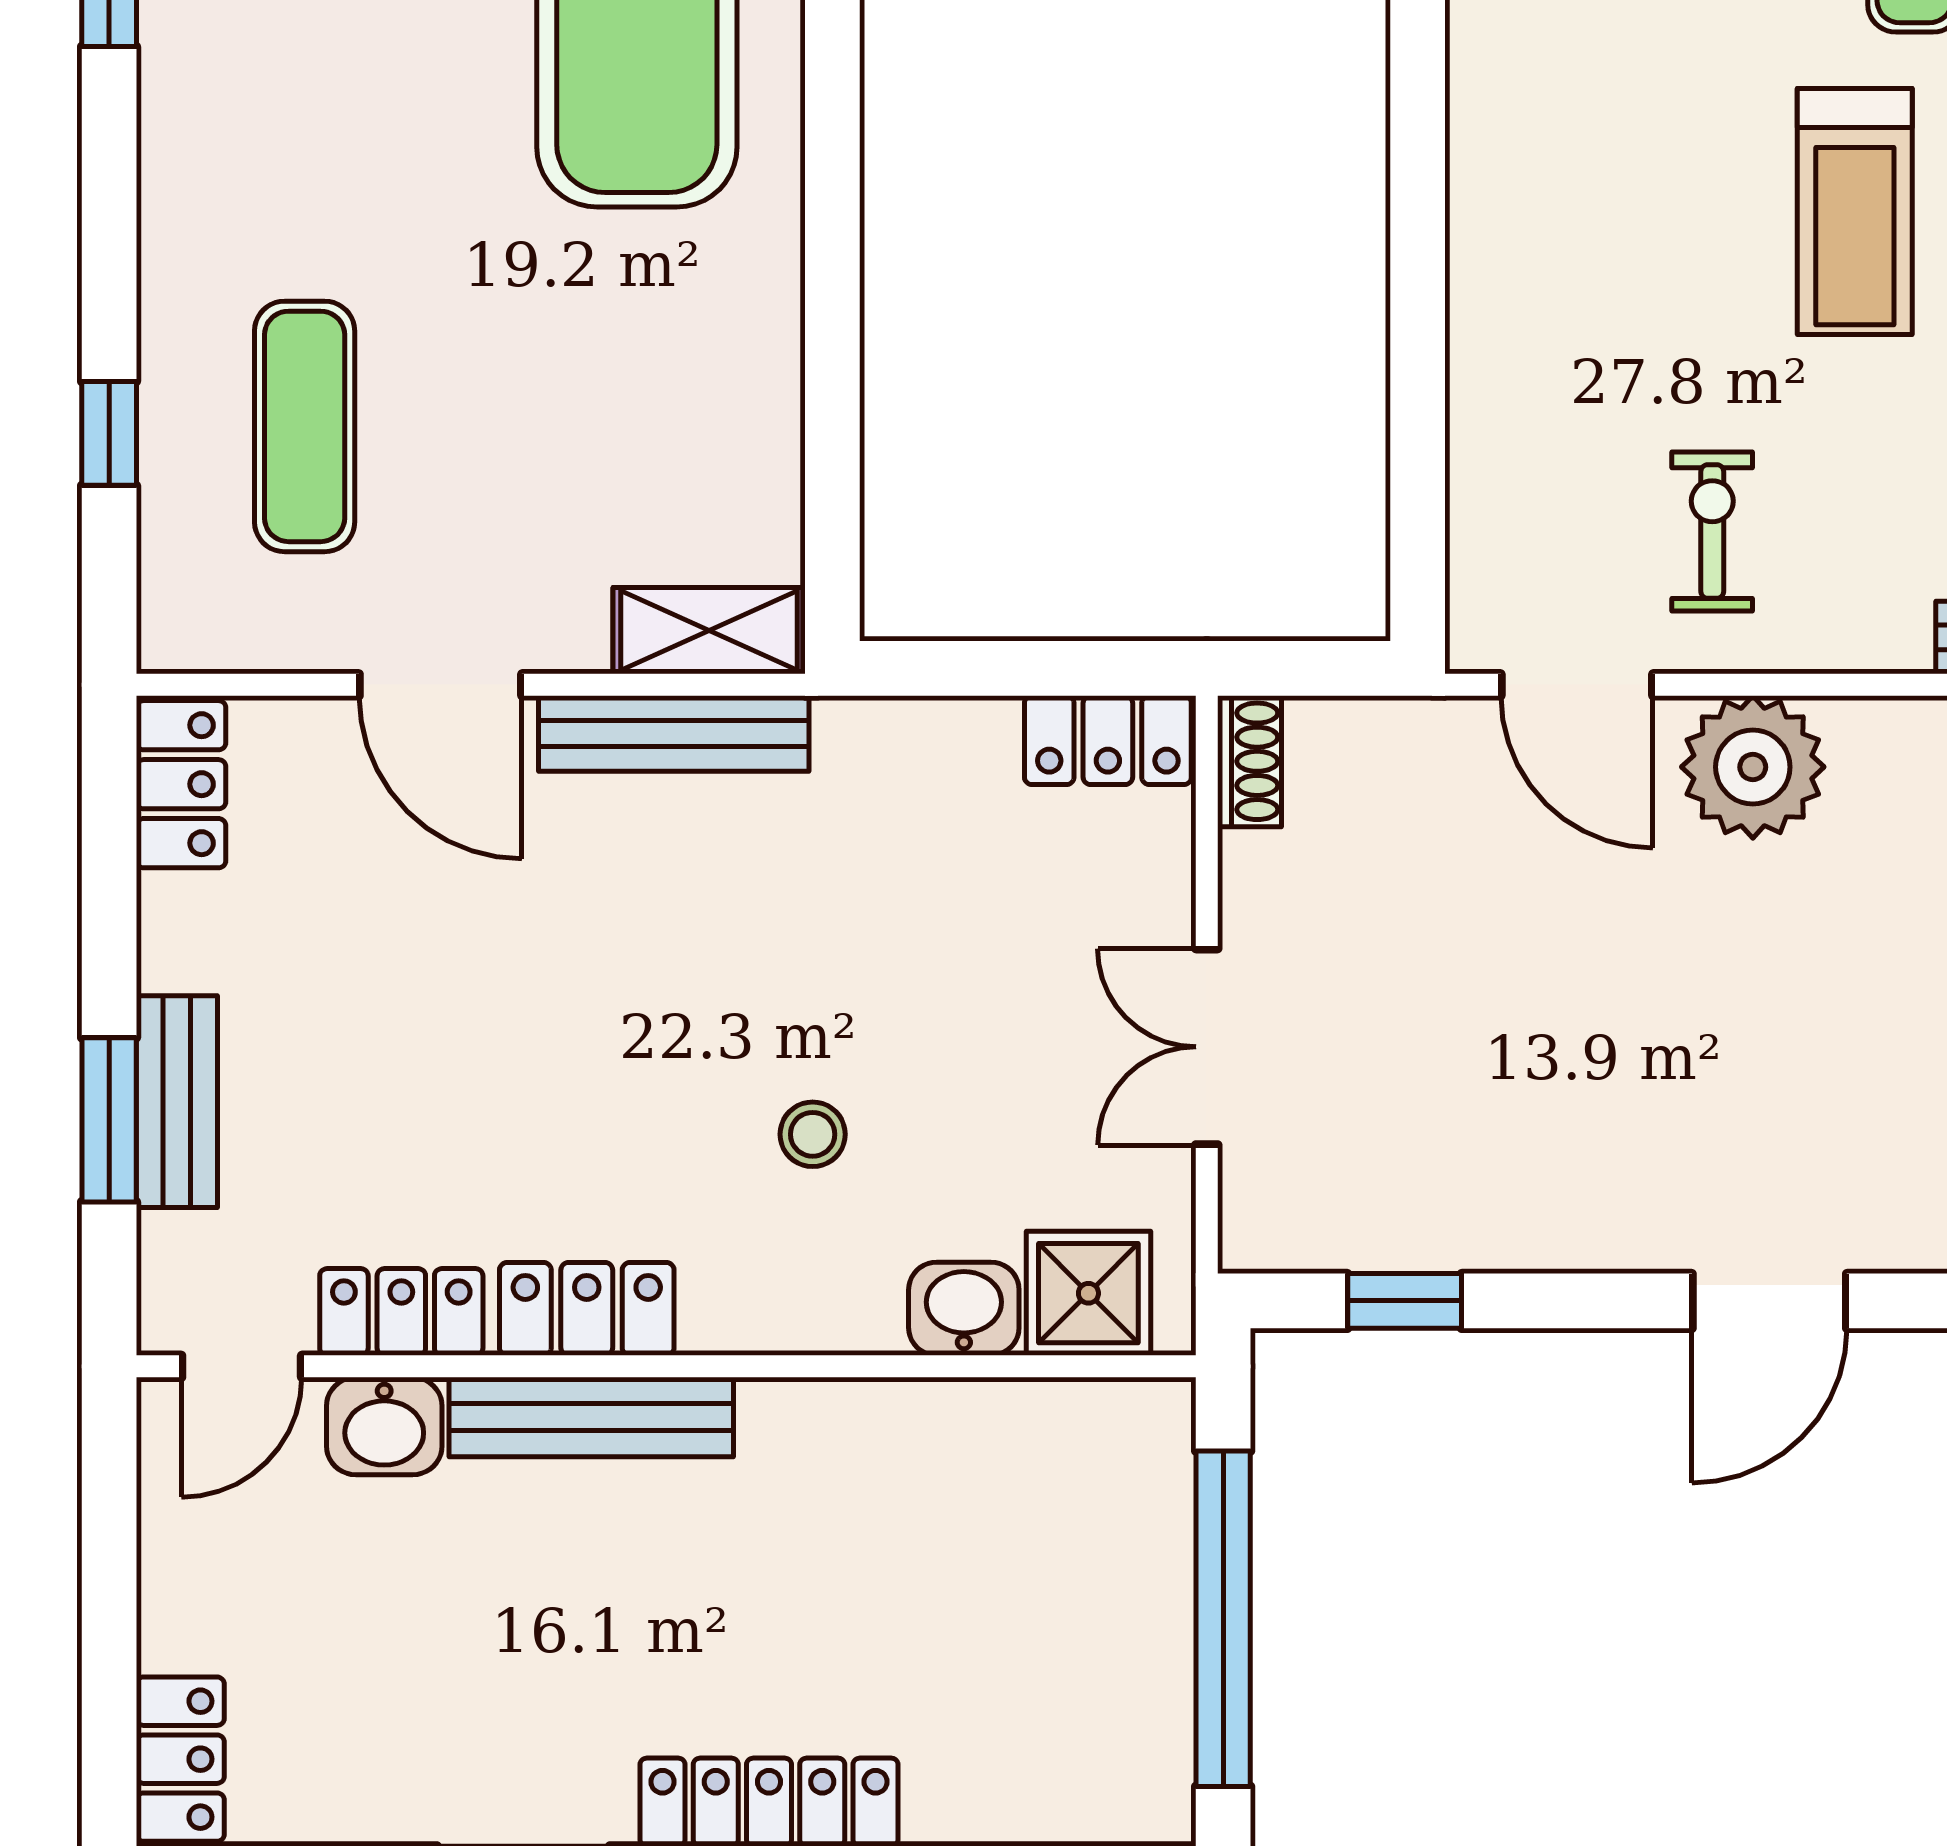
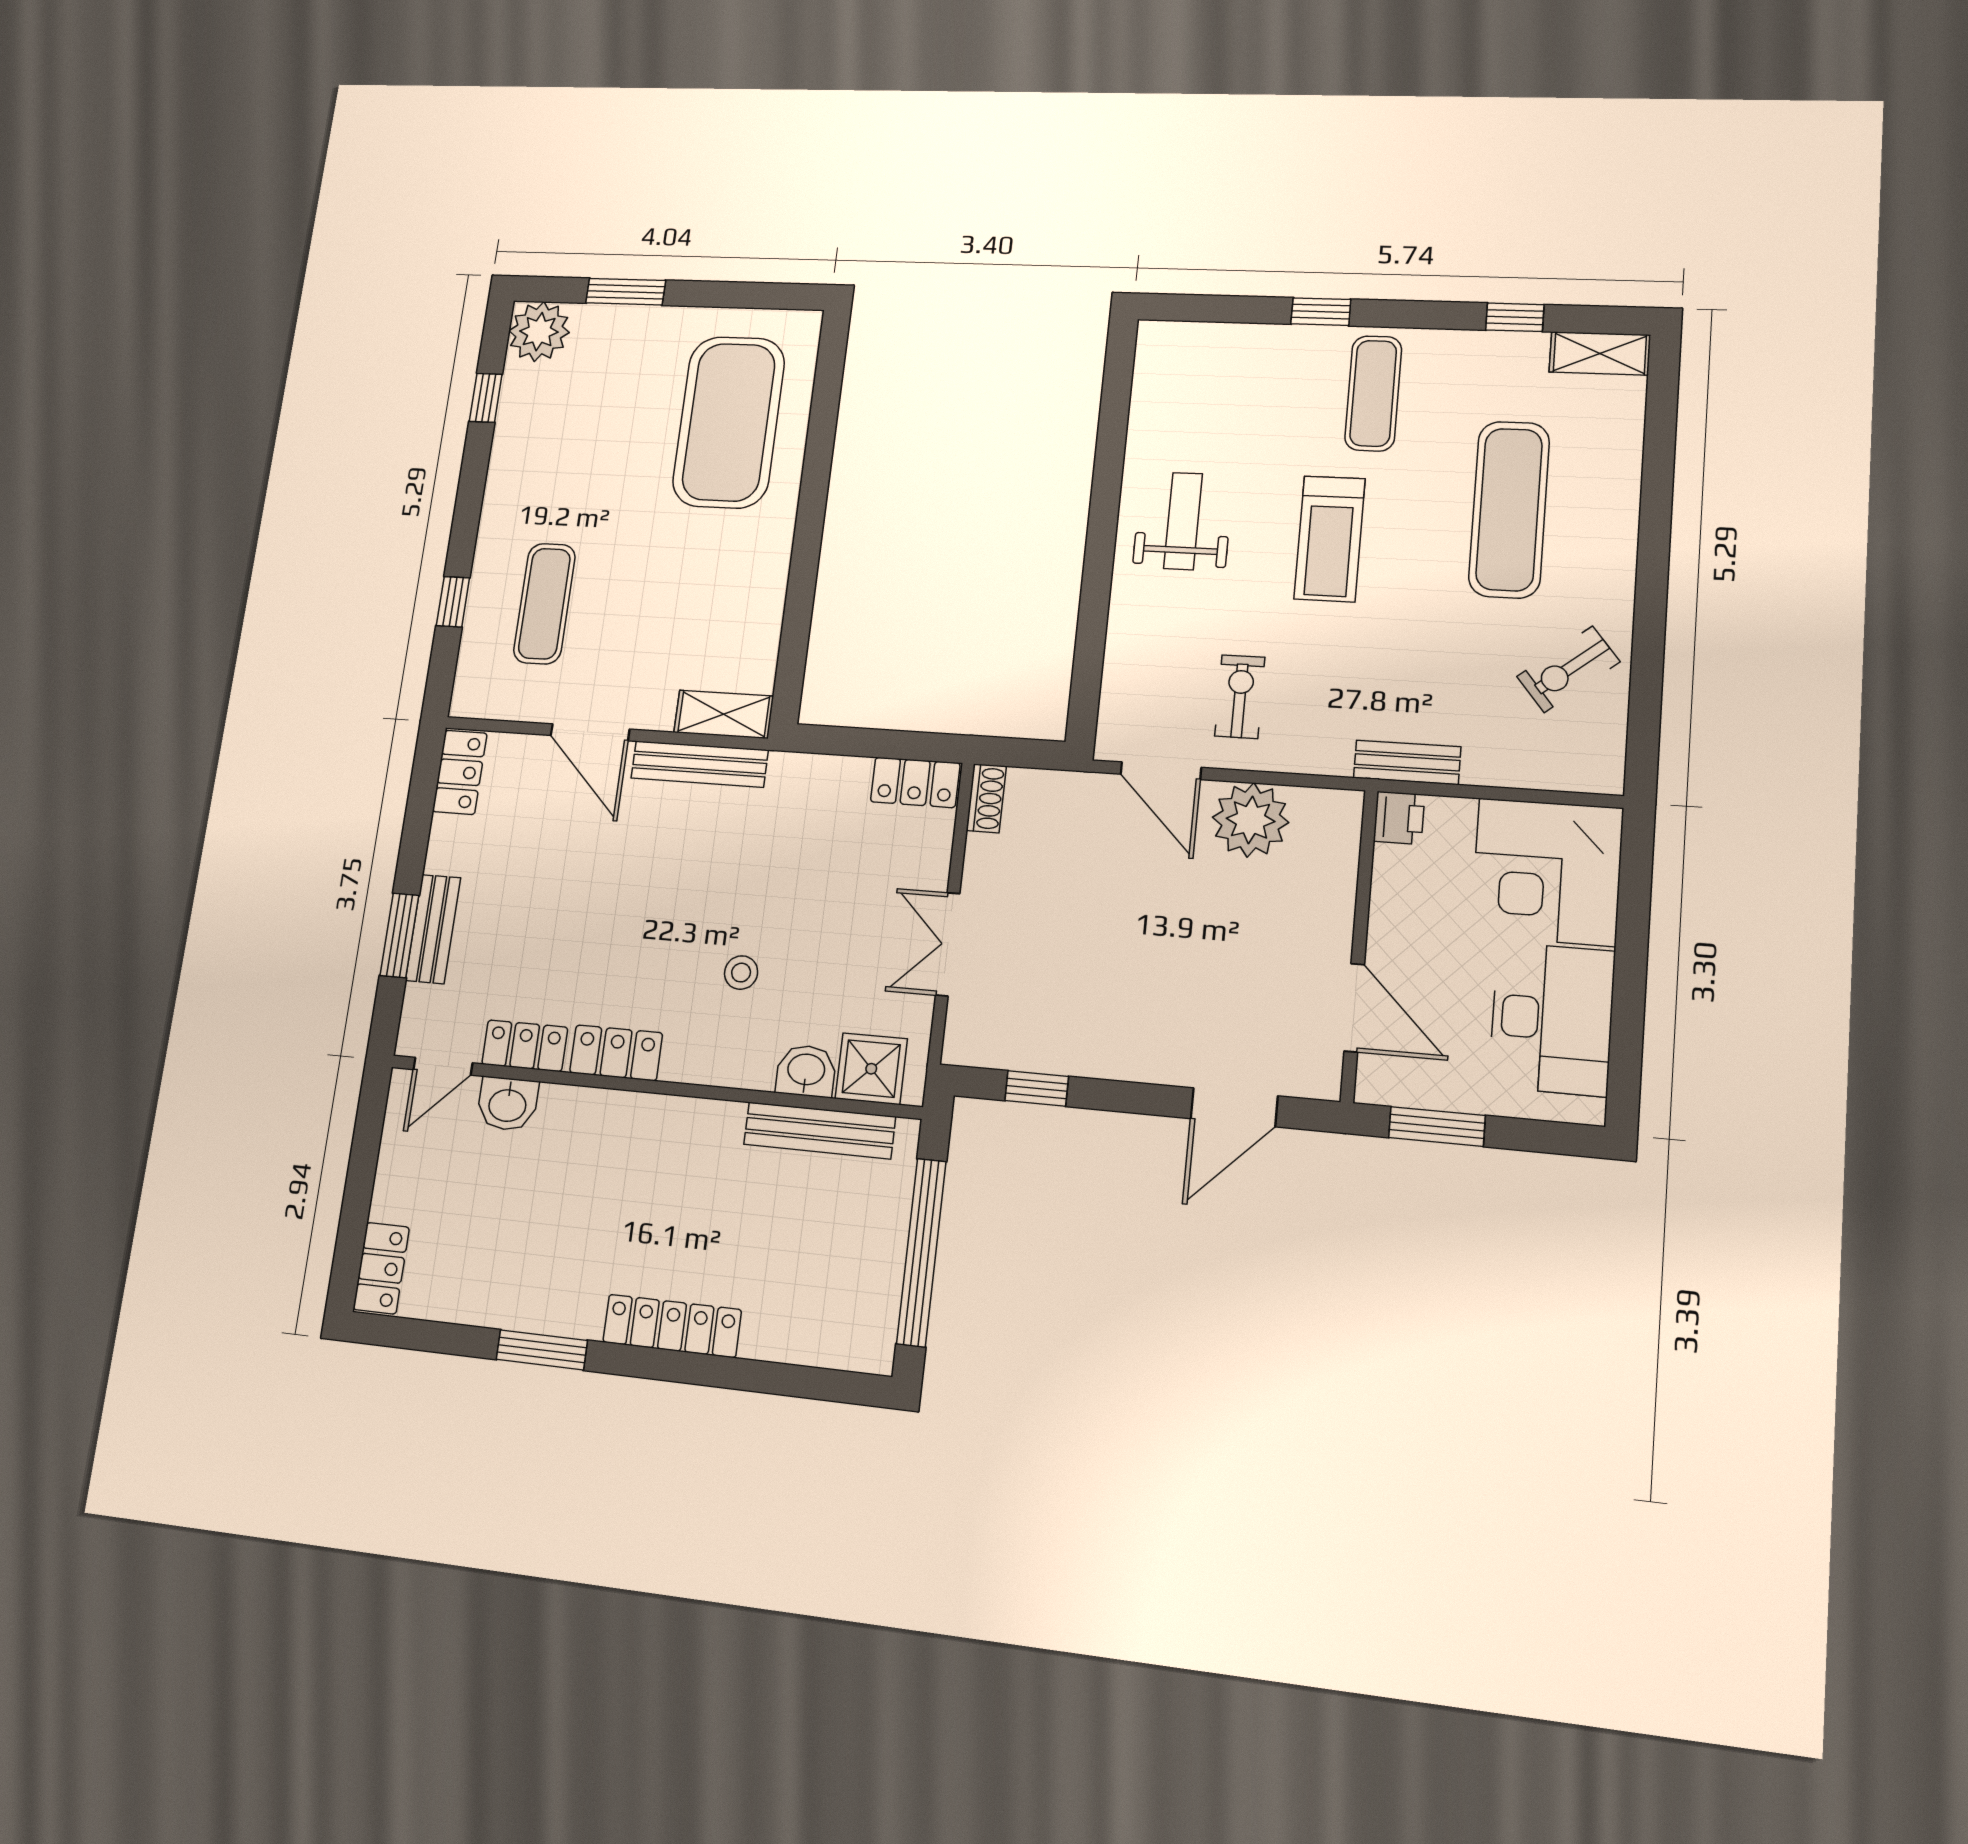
weight bench: (1573, 190) -> (1183, 521), added
bench: (591, 1417) -> (819, 1130), moved

